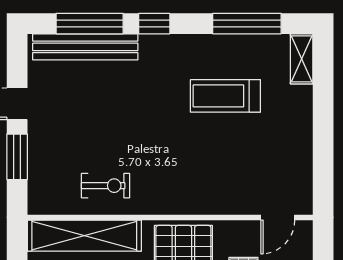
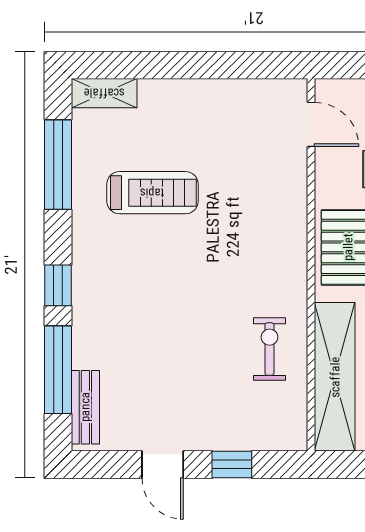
bench: (85, 47) -> (85, 407), width x0.54, depth x0.82
treadmill: (225, 96) -> (152, 193), turned -90
window: (17, 157) -> (232, 464), width x0.67

